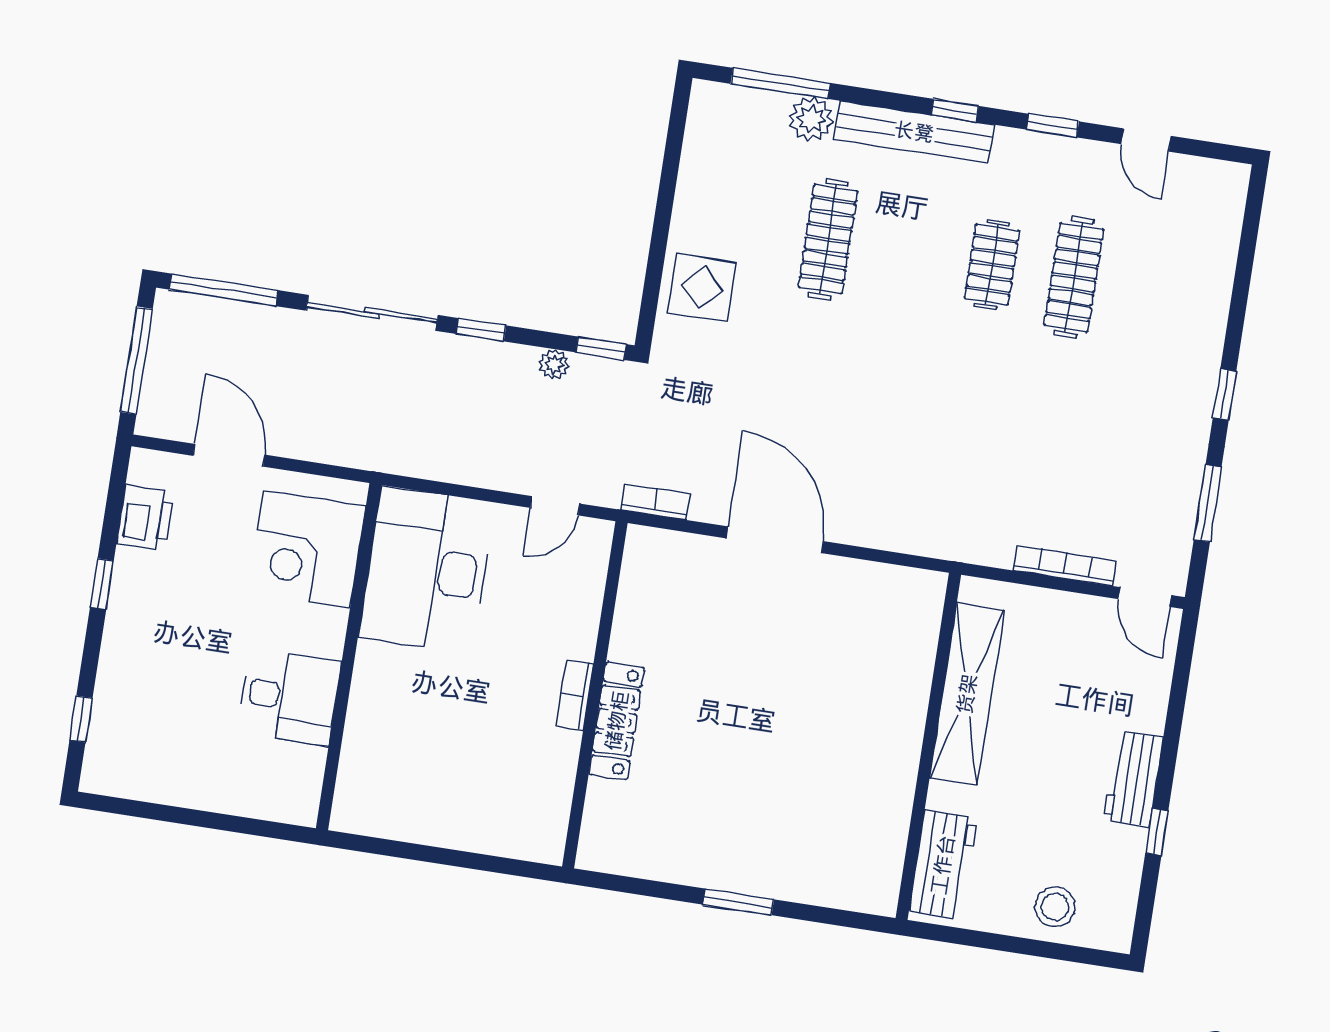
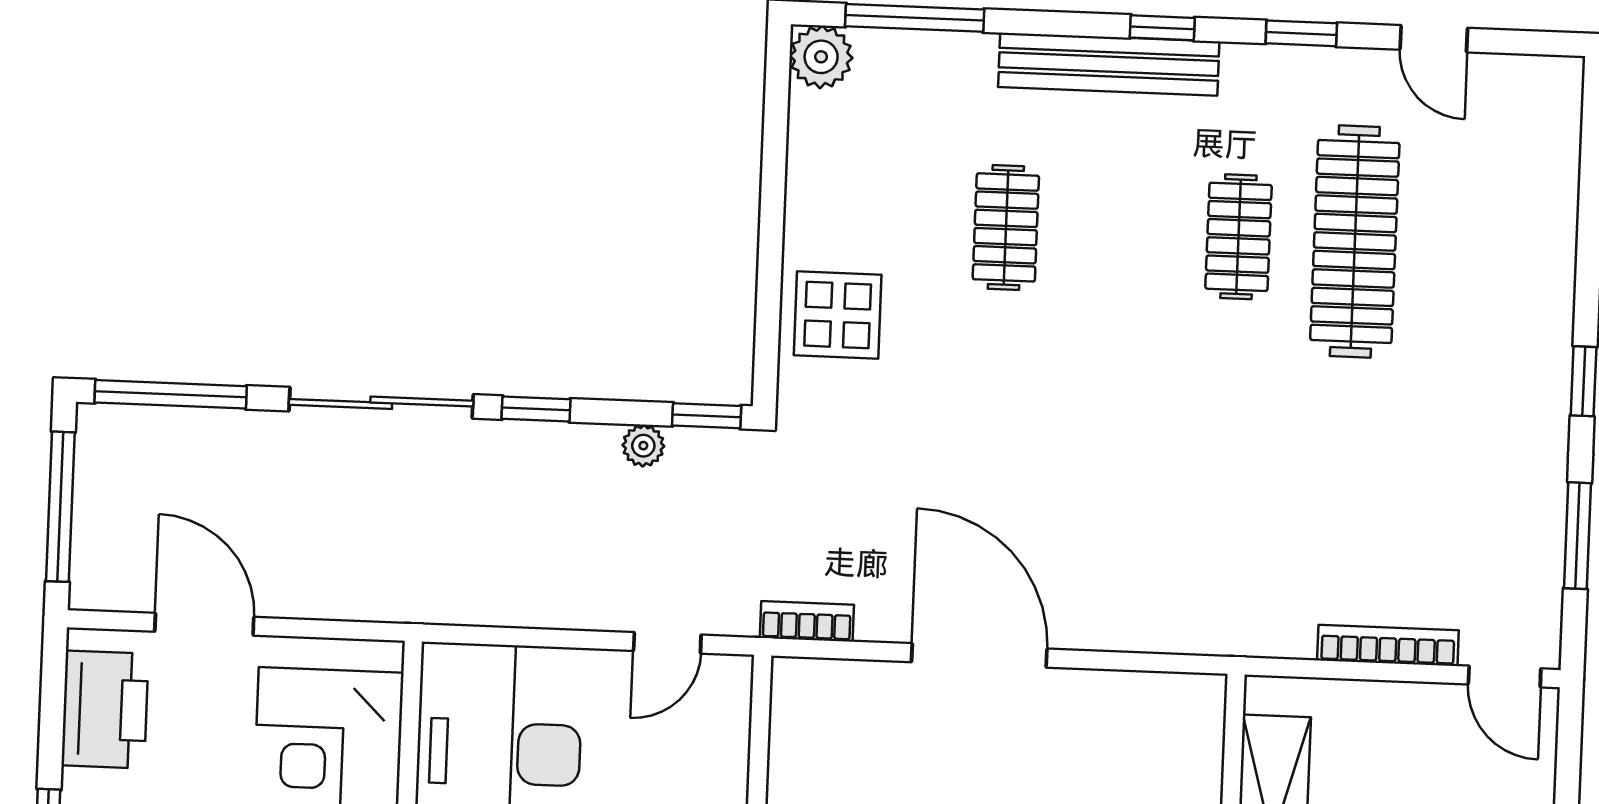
plant: (811, 119) -> (821, 57), moved
clothes rail: (828, 239) -> (1006, 227), width x0.73
clothes rail: (1074, 277) -> (1355, 241), width x1.37, depth x1.31
printer: (145, 518) -> (105, 709), width x1.37, depth x1.19

